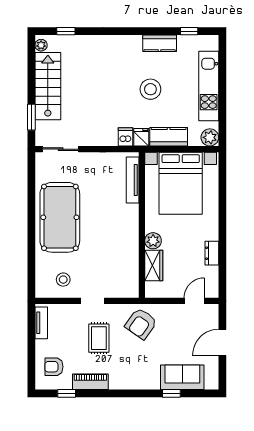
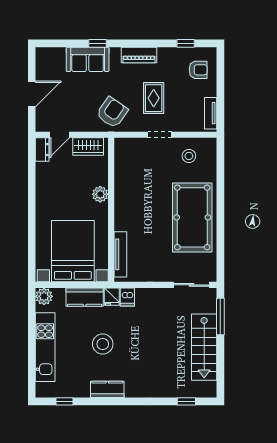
kitchen counter: (160, 43) -> (107, 389), moved
plant: (41, 45) -> (211, 388), removed
window: (31, 117) -> (220, 316), width x1.44
dresser: (212, 253) -> (42, 150), moved
wardrobe: (154, 266) -> (88, 147), moved, turned -90
sofa: (182, 377) -> (88, 59), moved
piano: (90, 382) -> (139, 55), moved
window: (171, 393) -> (98, 43), moved

